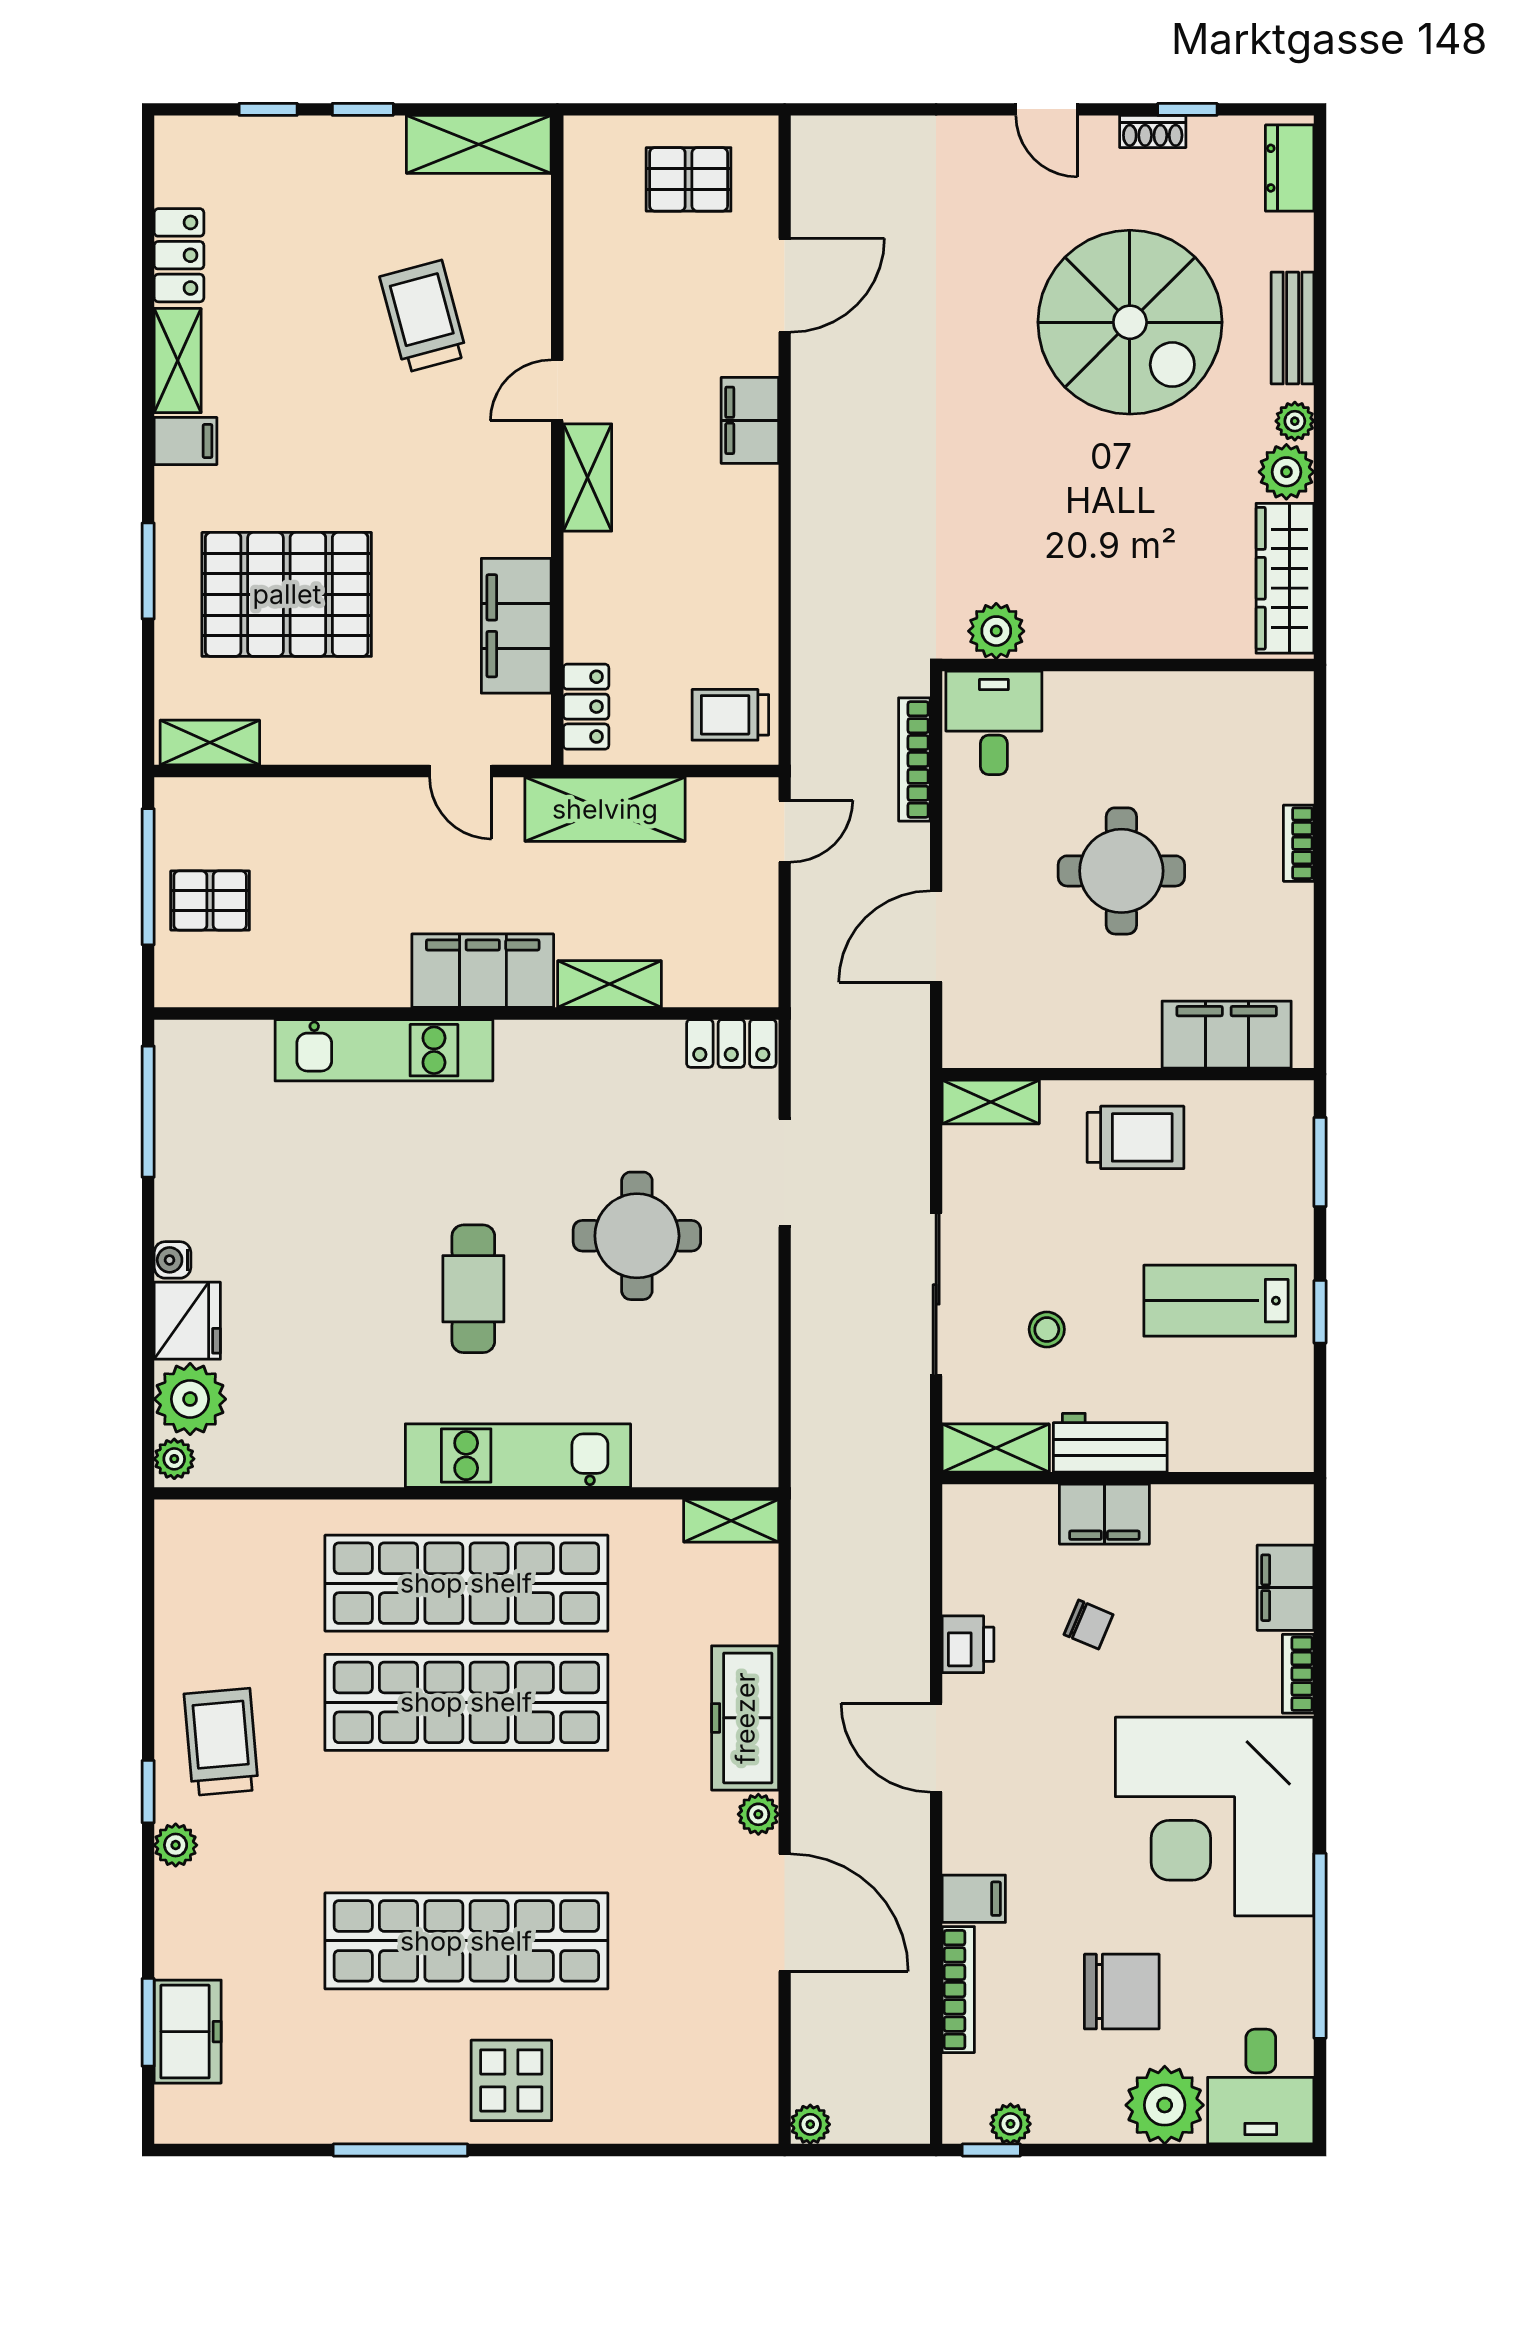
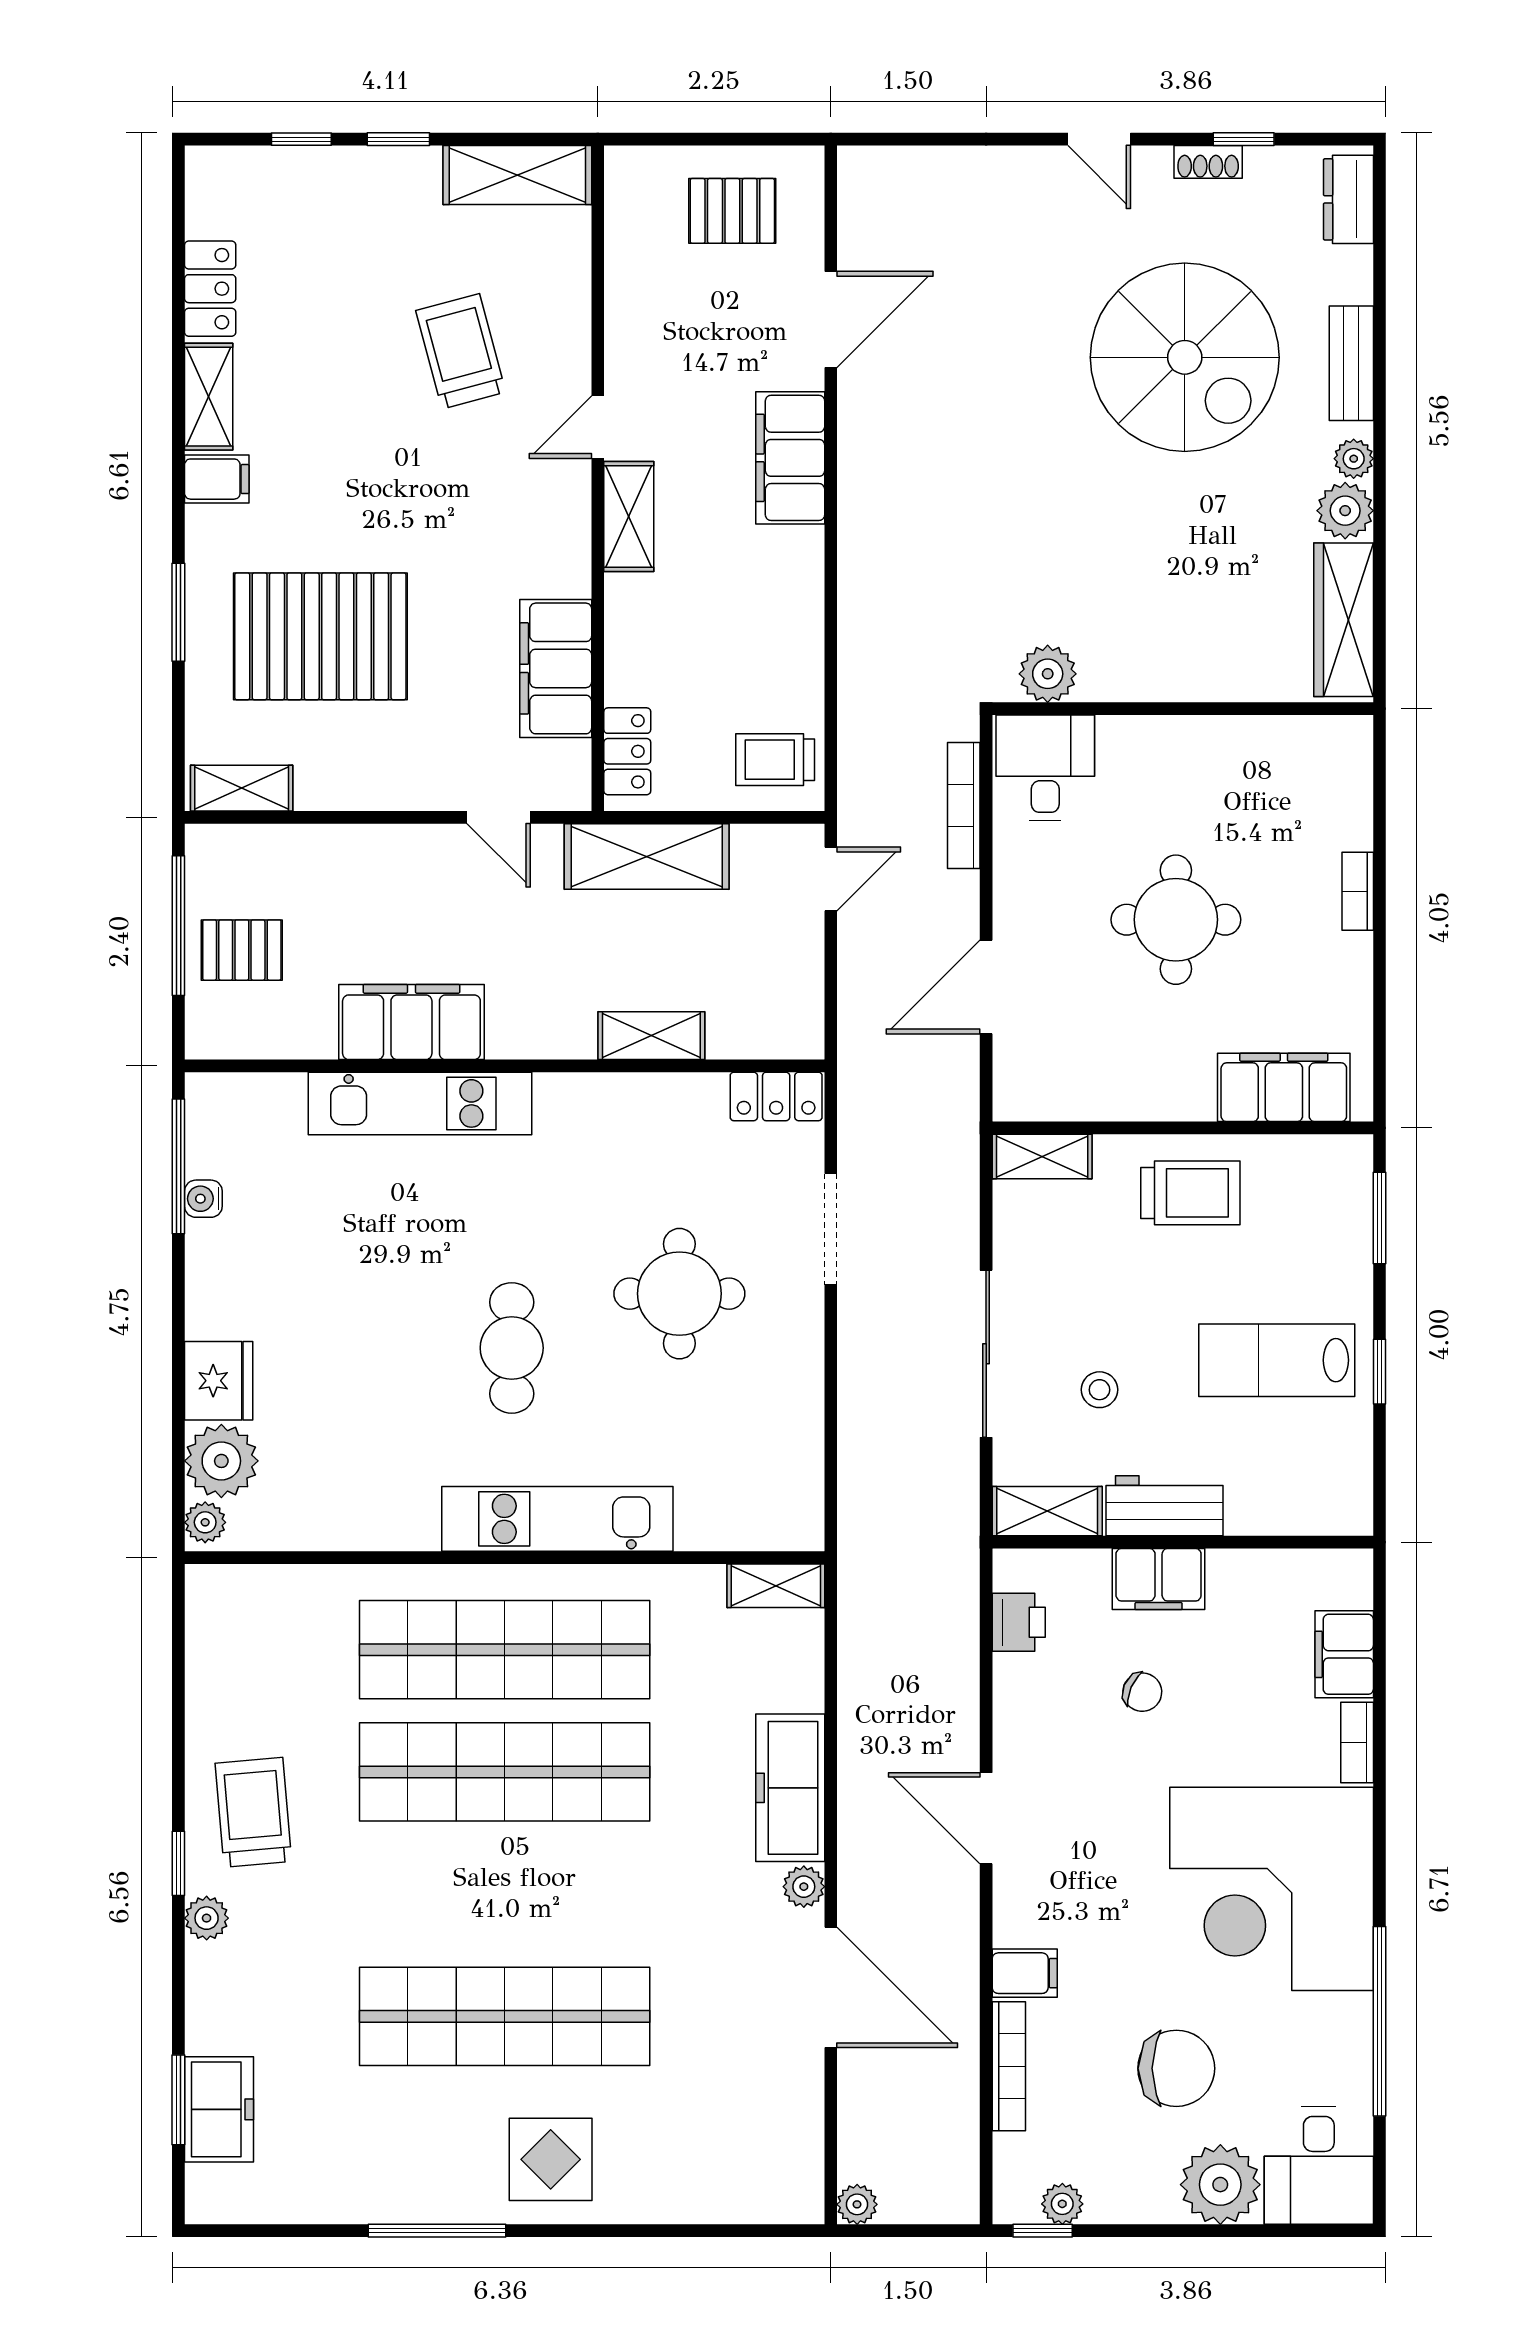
filing cabinet: (750, 420) -> (790, 458), width x1.50, depth x1.17
filing cabinet: (483, 971) -> (411, 1022), moved
water cooler: (172, 1260) -> (203, 1199), moved
printer: (968, 1644) -> (1019, 1622), moved

